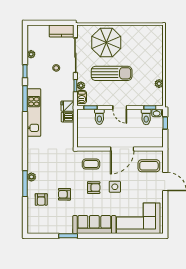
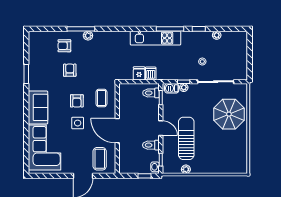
kitchen counter: (62, 31) -> (241, 67), removed
sun lounger: (112, 73) -> (186, 138), moved, turned 180
fridge: (68, 106) -> (139, 73), moved
door: (120, 107) -> (161, 128), swing flipped
toilet: (99, 117) -> (151, 93), moved
toilet: (146, 117) -> (151, 145), moved
sofa: (94, 225) -> (38, 107), width x0.73

